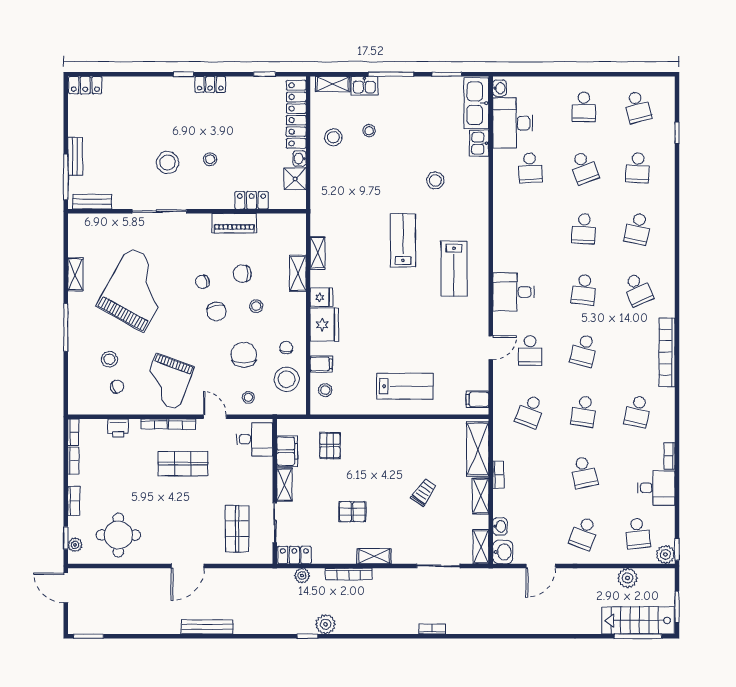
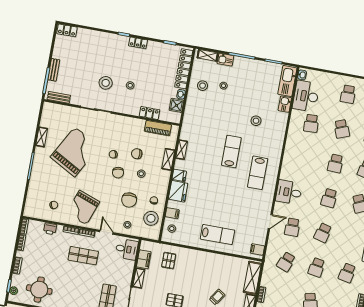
piano: (234, 223) -> (158, 128), moved
chair: (244, 355) -> (129, 200), turned 180
stool: (109, 359) -> (52, 189), removed

